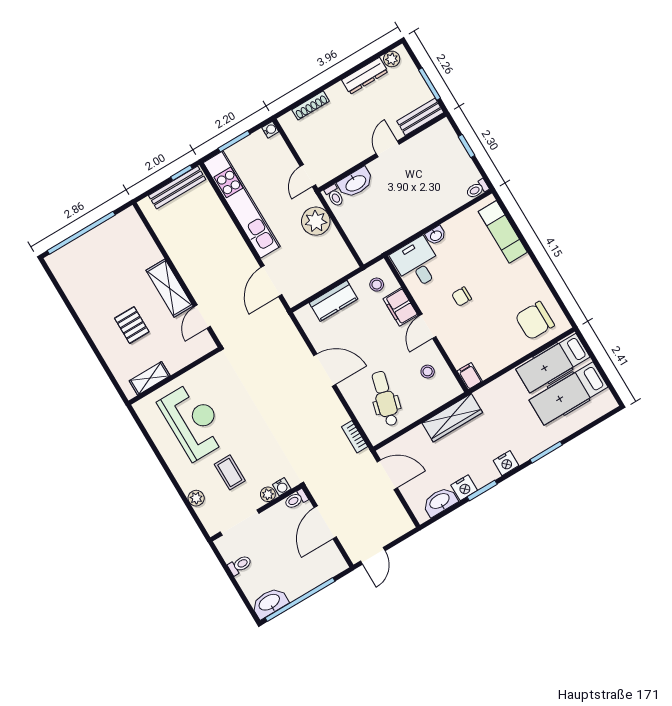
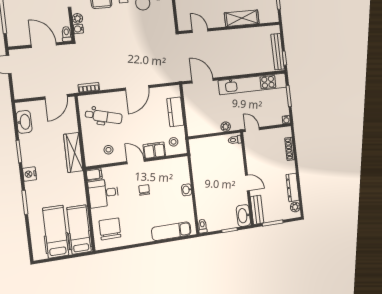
washbasin: (356, 183) -> (243, 216), moved
plant: (316, 221) -> (226, 127), width x0.53, depth x0.53
desk: (417, 263) -> (103, 193), moved, turned 180
shelving: (170, 288) -> (242, 18), moved
nightstand: (464, 488) -> (26, 141), removed

